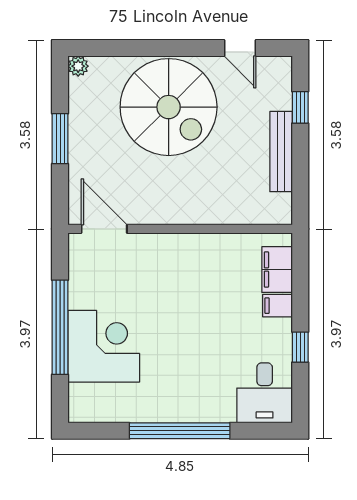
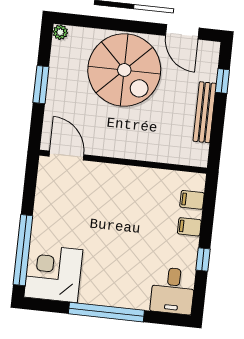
door: (240, 48) -> (182, 32), width x1.38
filing cabinet: (277, 270) -> (192, 200), width x0.50
window: (60, 327) -> (23, 250), moved
corner desk: (104, 346) -> (53, 273), moved, turned -90

